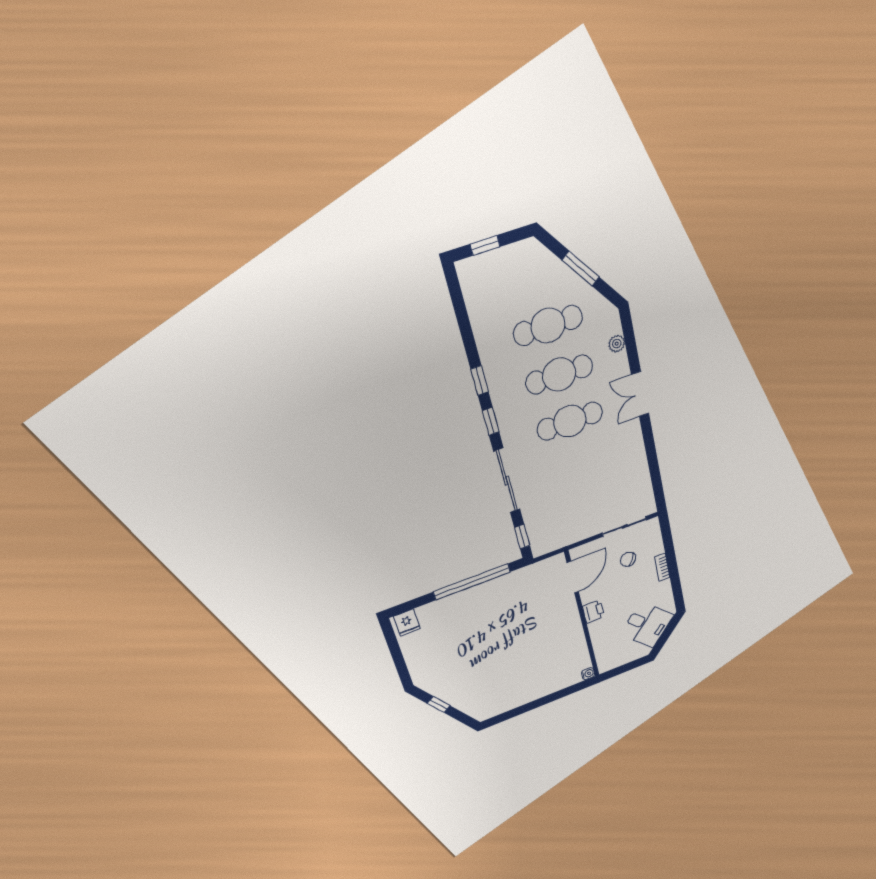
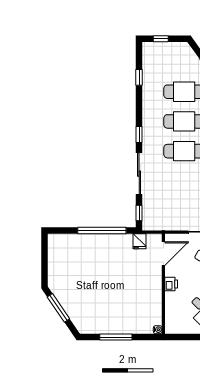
window: (480, 380) -> (139, 77), moved
fridge: (407, 623) -> (139, 241), moved
window: (439, 705) -> (58, 308), width x2.17
window: (532, 705) -> (116, 337), added

